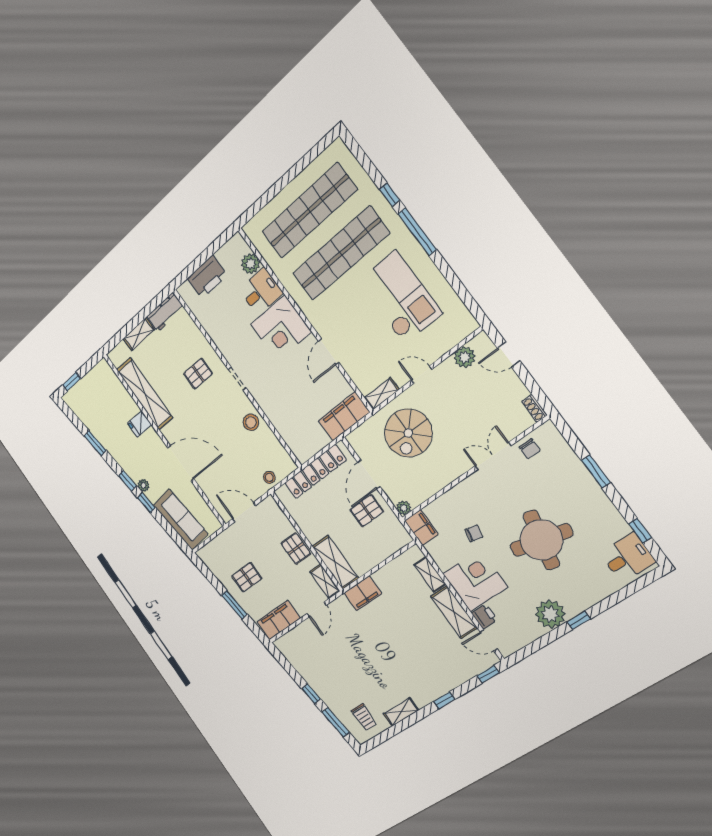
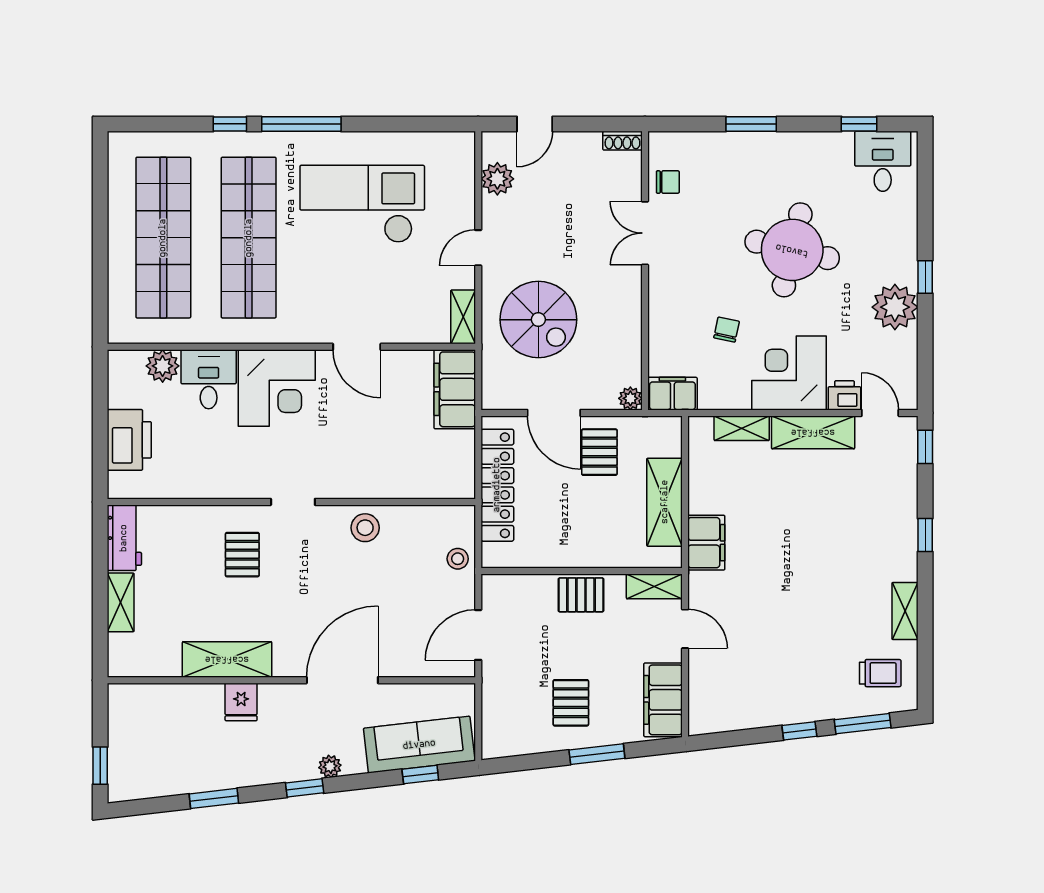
shelving: (145, 394) -> (227, 659), width x0.68
window: (146, 503) -> (420, 775), moved
shelving: (335, 562) -> (665, 502), moved, turned 90
door: (489, 640) -> (880, 413), swing flipped

